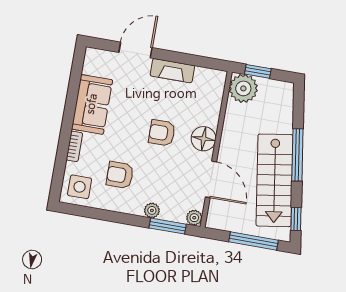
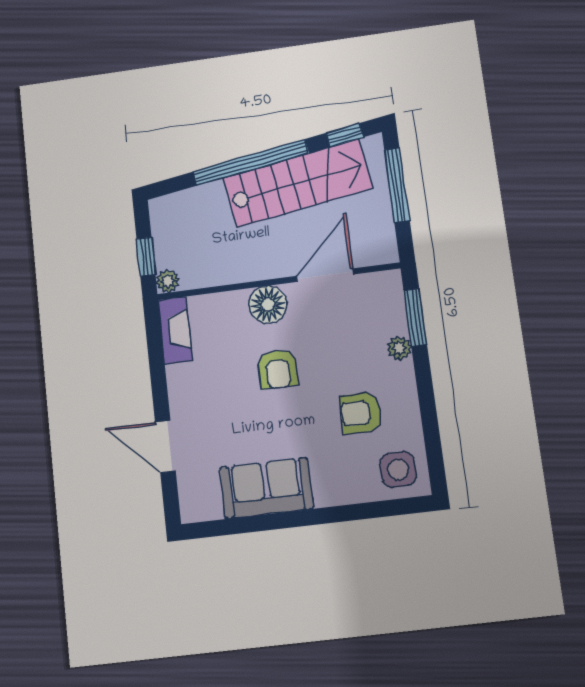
fireplace: (172, 71) -> (175, 330), moved
plant: (243, 88) -> (168, 281), width x0.53, depth x0.53
bookcase: (74, 146) -> (338, 496), removed
window: (297, 155) -> (251, 162), width x1.46
armchair: (120, 175) -> (361, 413), turned 90
plant: (194, 218) -> (390, 282), removed

